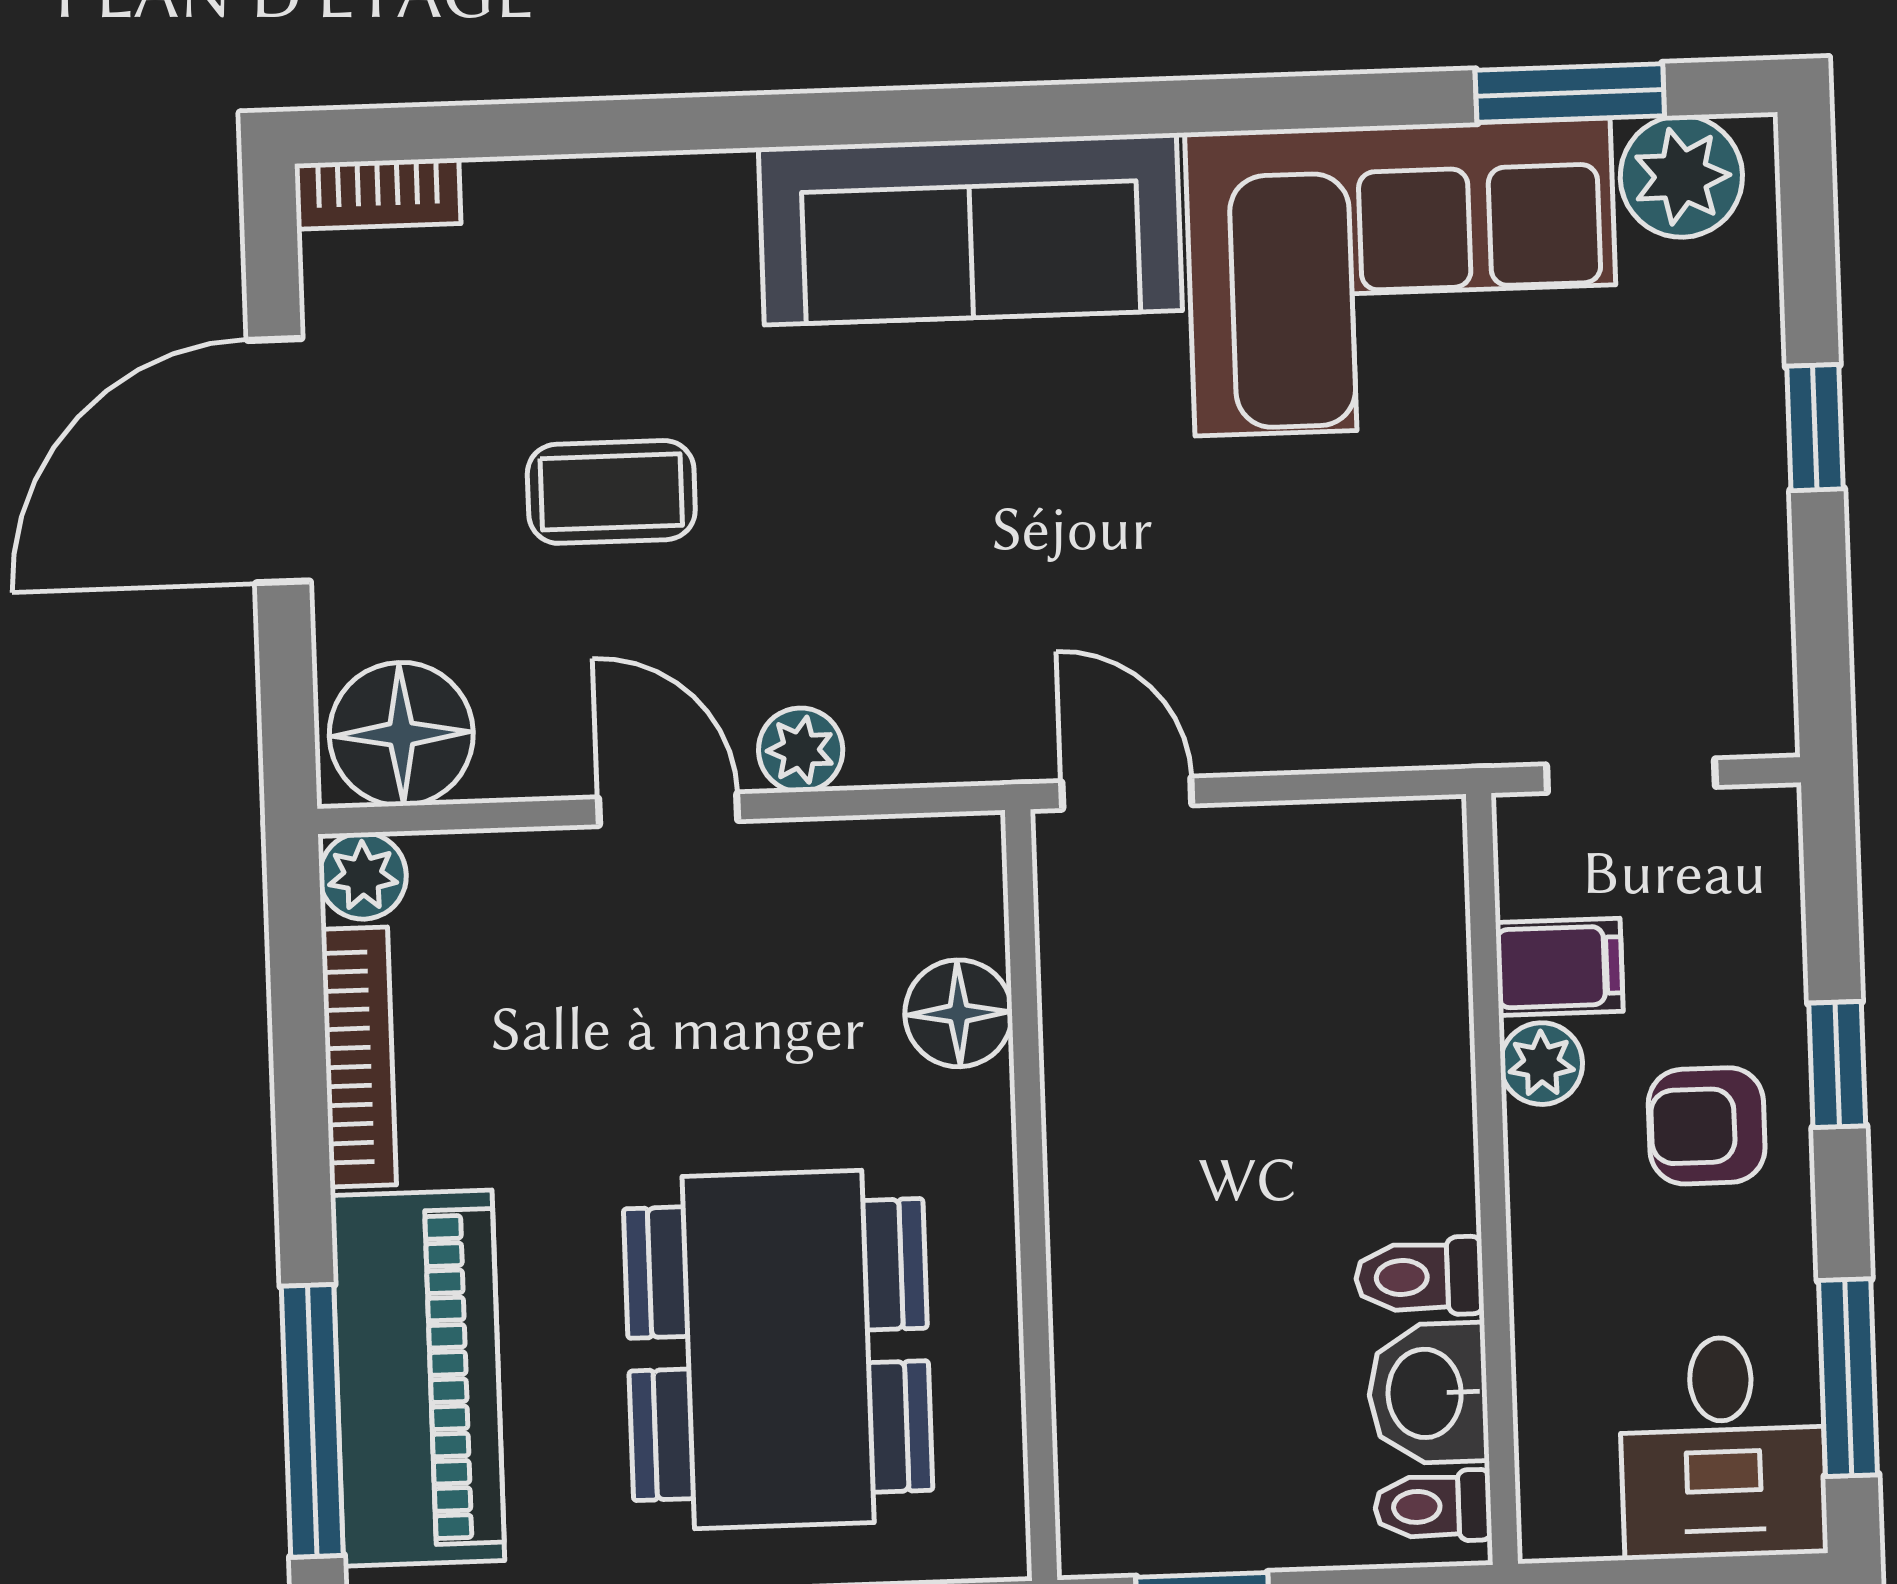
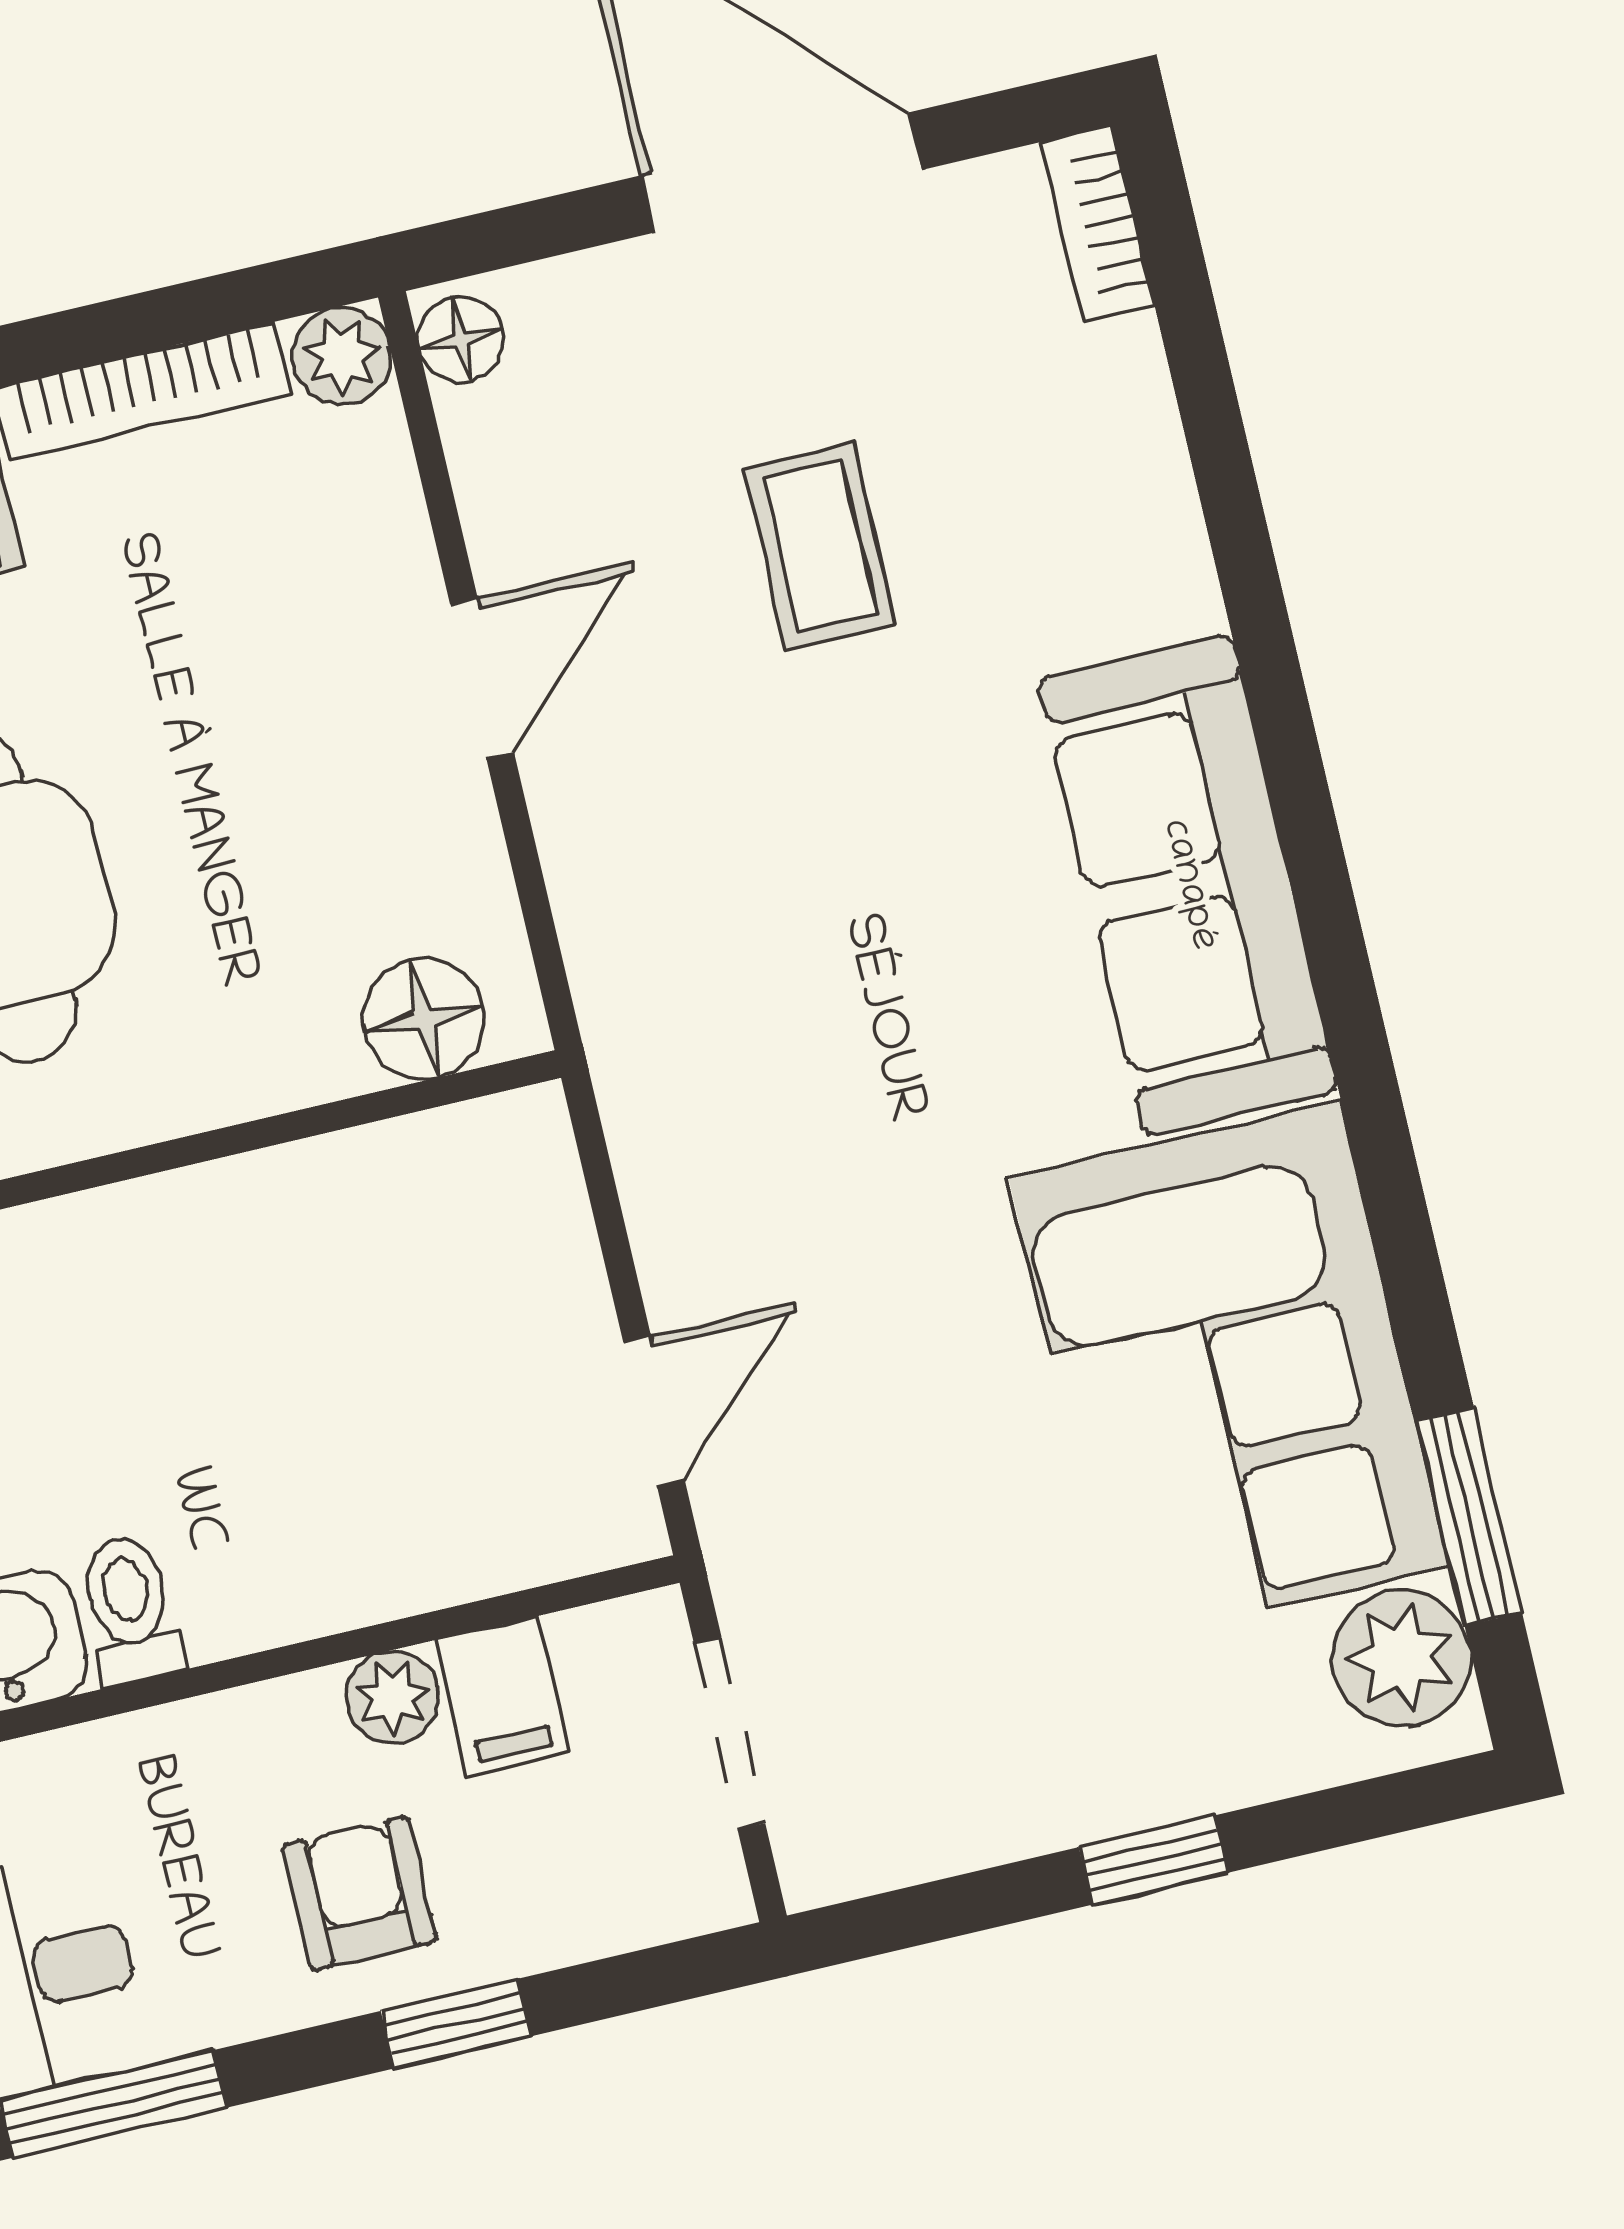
floor lamp: (401, 734) -> (461, 339), width x0.53, depth x0.53
plant: (801, 750) -> (576, 811), removed
door: (1127, 793) -> (654, 1411), moved
floor lamp: (959, 1013) -> (424, 1019), moved

